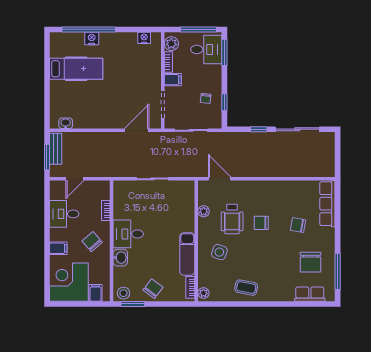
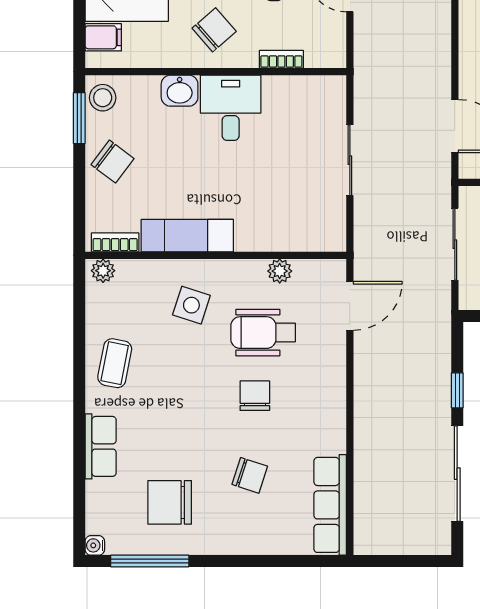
row of seats: (327, 204) -> (330, 505), moved, turned -90
chair: (298, 225) -> (250, 475), turned 98
row of seats: (310, 294) -> (101, 446), moved
water cooler: (330, 297) -> (95, 545), added

